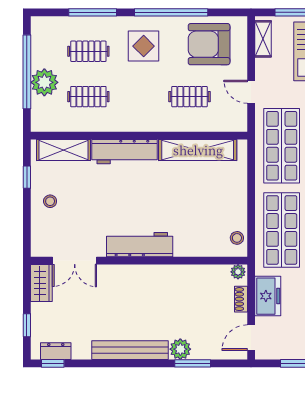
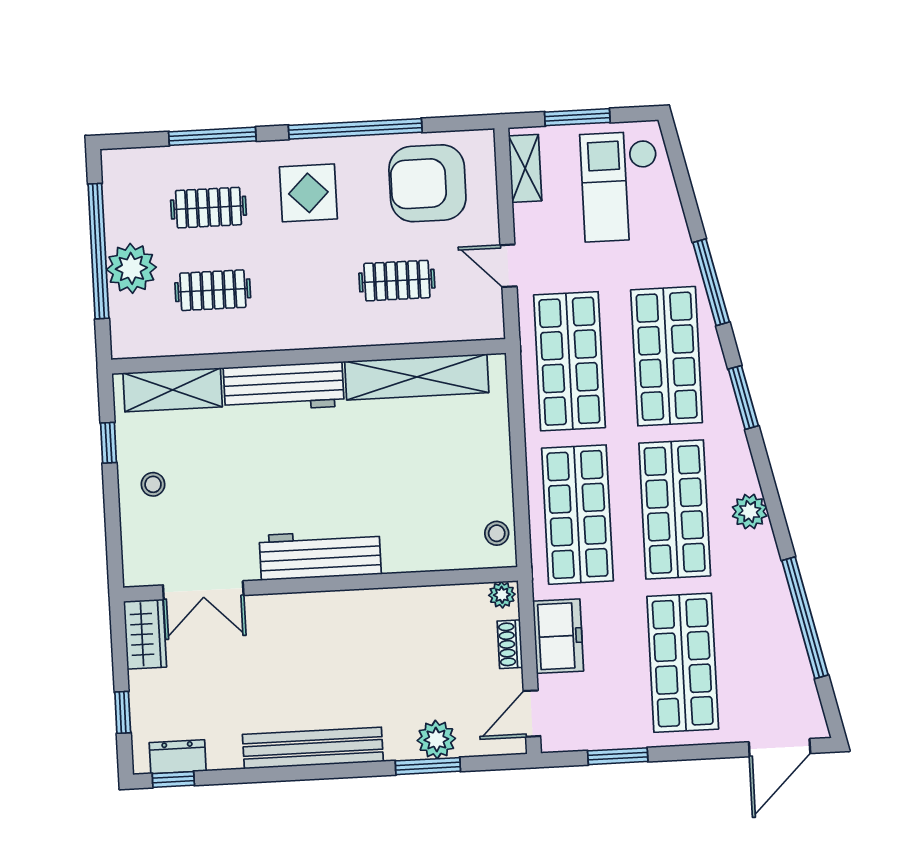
plant: (180, 349) -> (436, 739), moved

